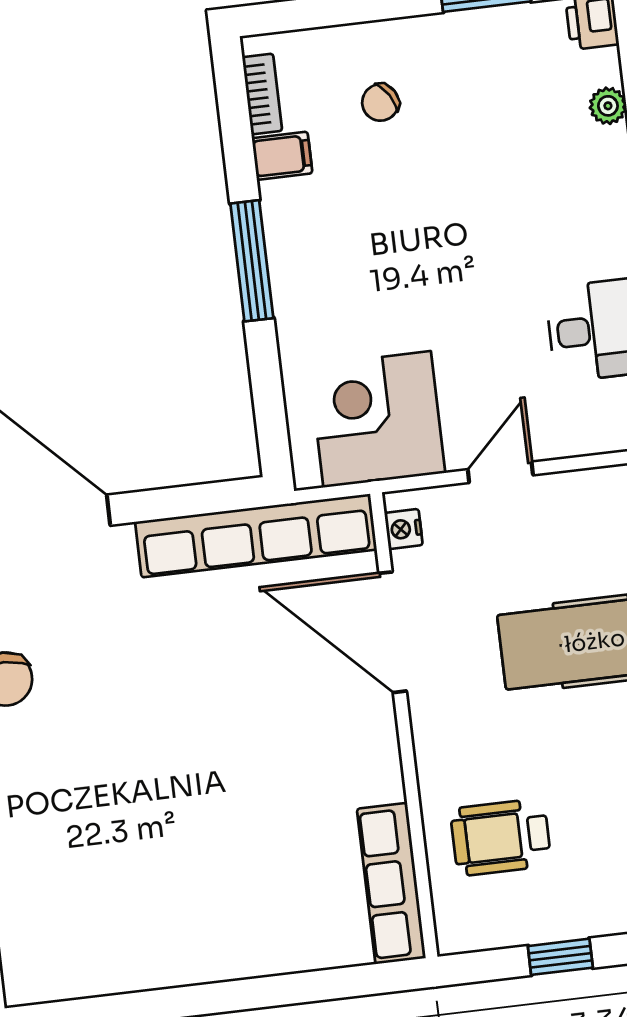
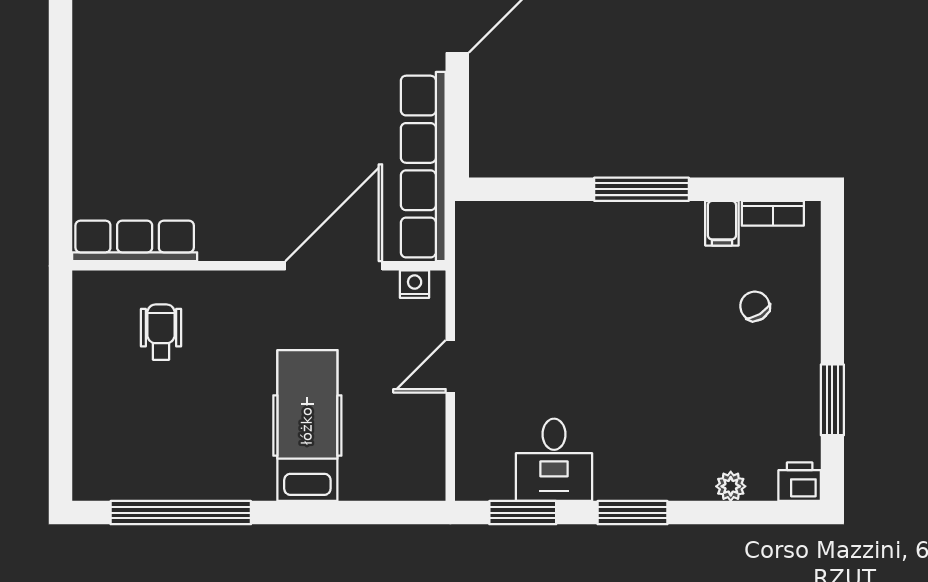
corner desk: (377, 419) -> (504, 274), removed
door: (500, 472) -> (450, 366), swing flipped
wheelchair: (501, 837) -> (161, 332), width x0.73, depth x0.73
window: (560, 957) -> (61, 368), removed

